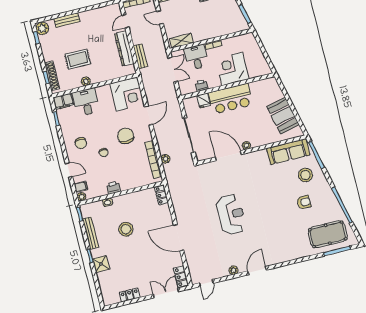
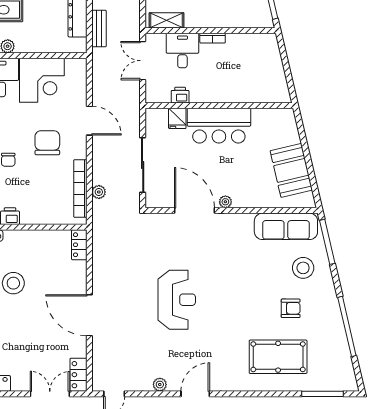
corner desk: (232, 69) -> (232, 81), removed
double door: (173, 70) -> (143, 61), swing flipped
corner desk: (127, 94) -> (42, 80), moved
door: (149, 115) -> (89, 121), hinge flipped
pool table: (328, 234) -> (278, 357), moved

